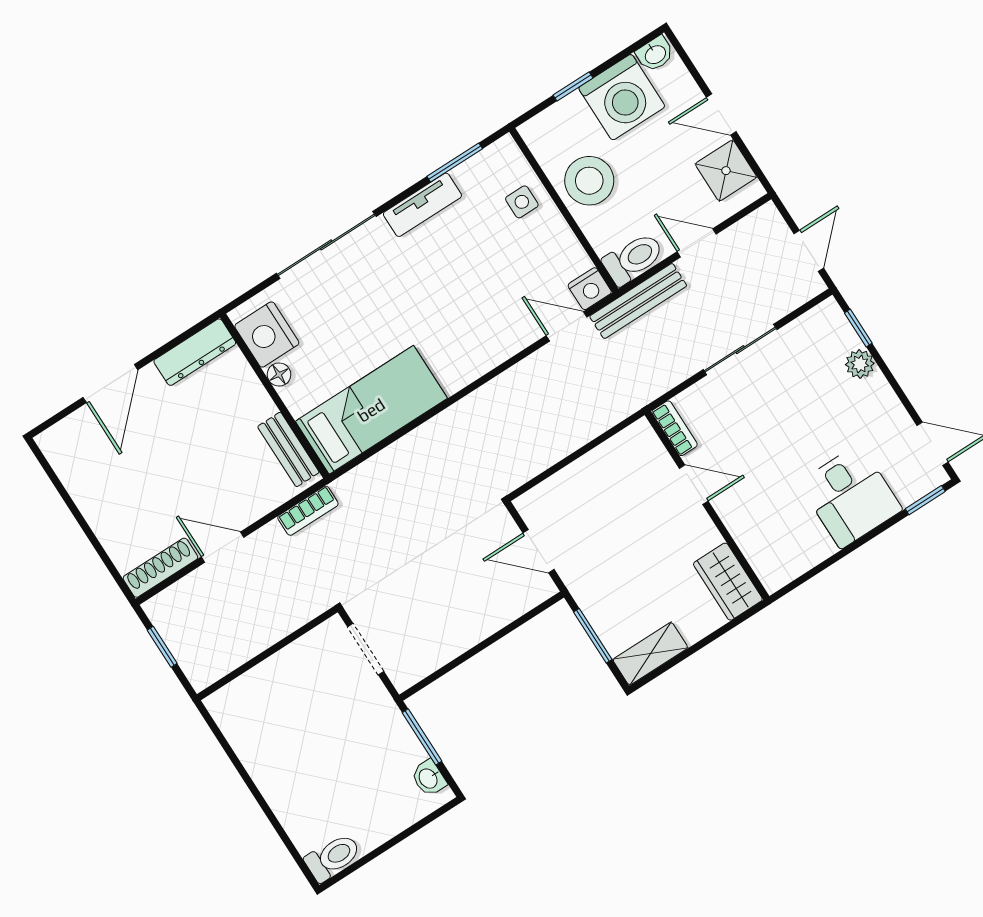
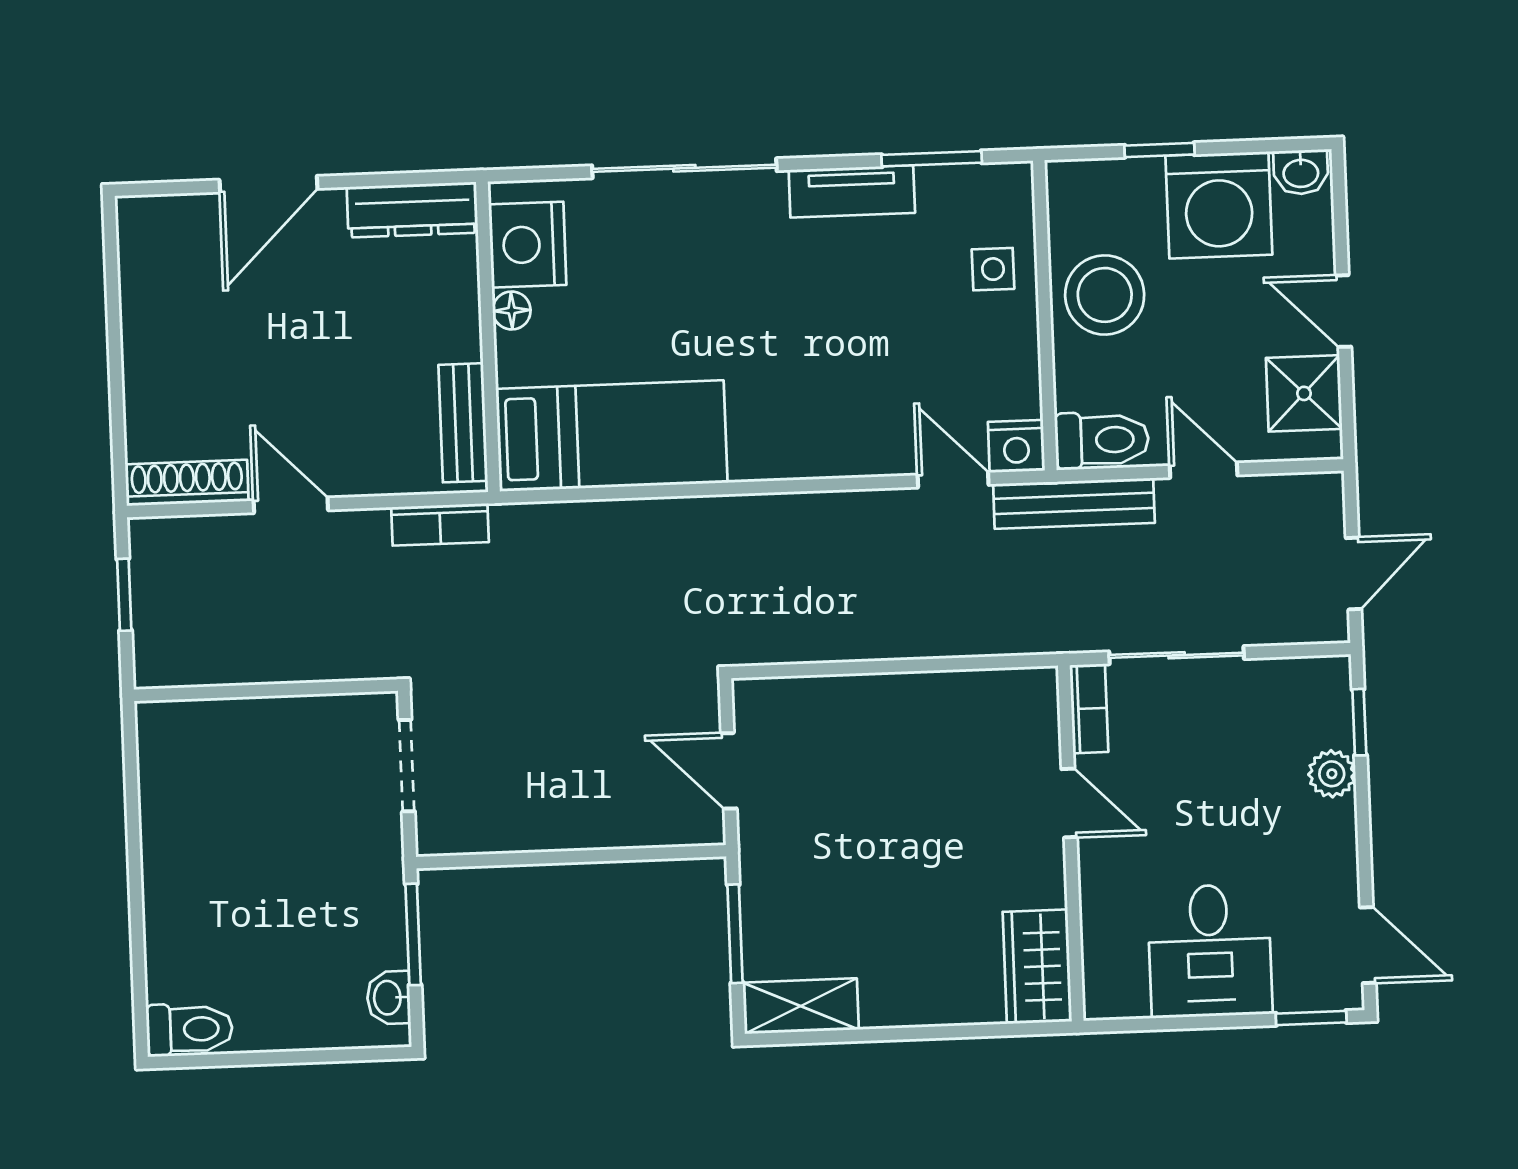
bookcase: (675, 428) -> (1089, 708), moved
door: (694, 485) -> (1069, 803), moved
wall: (707, 506) -> (1071, 843), moved
wardrobe: (728, 582) -> (1037, 967), moved

